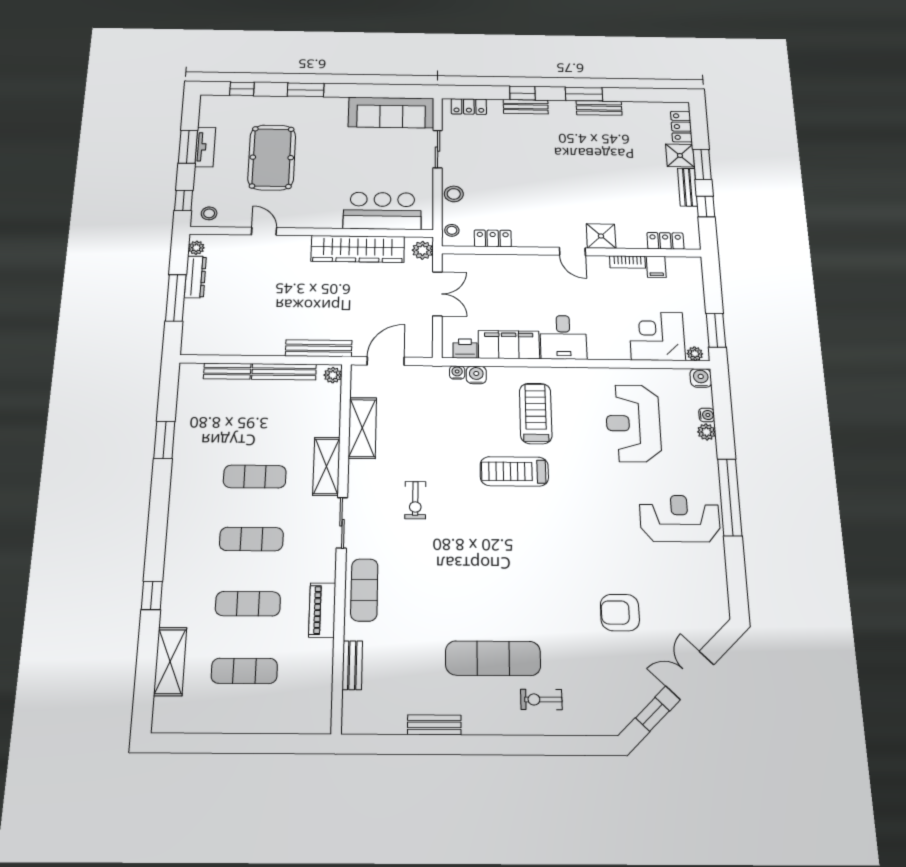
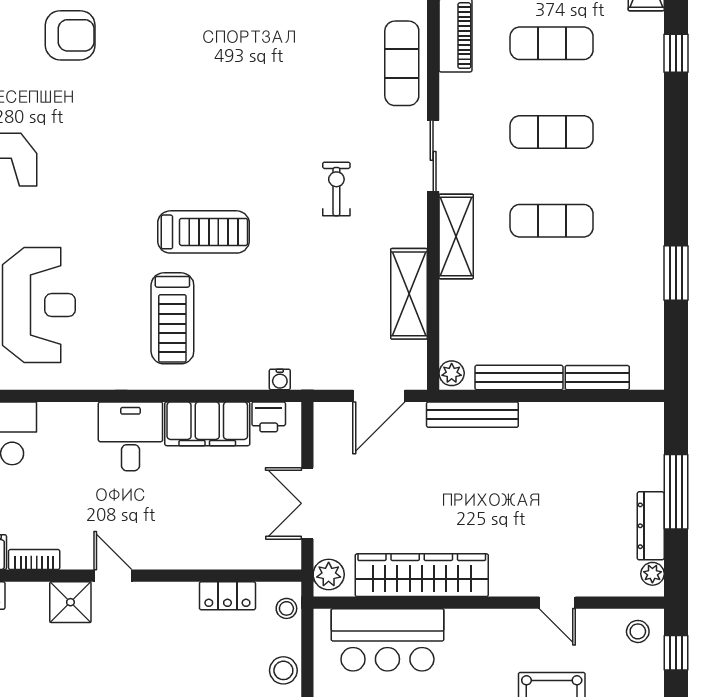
water cooler: (476, 375) -> (253, 376), removed

